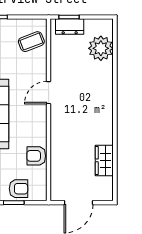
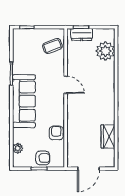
door: (49, 93) -> (66, 85), swing flipped
armchair: (36, 156) -> (56, 133), turned 90

